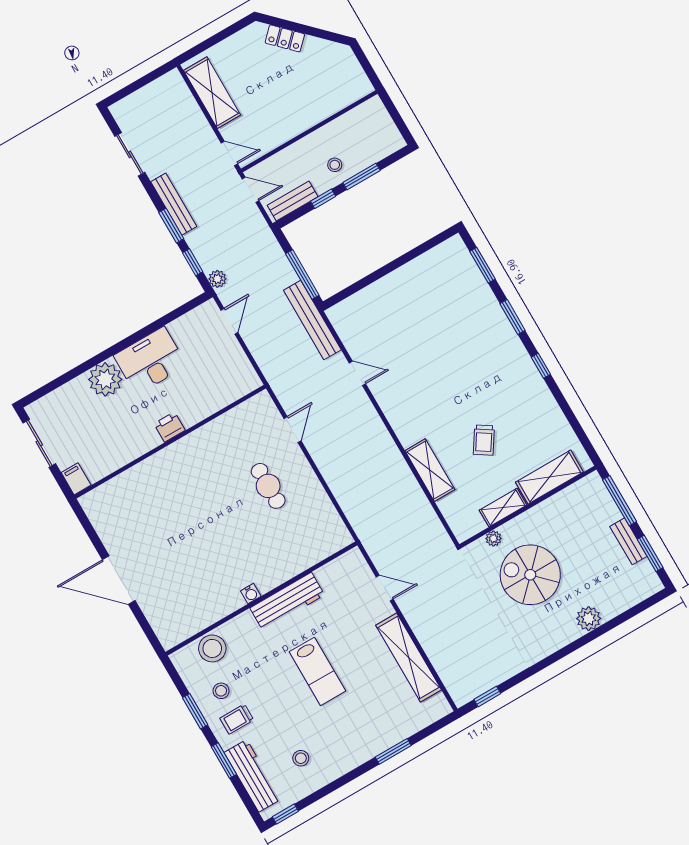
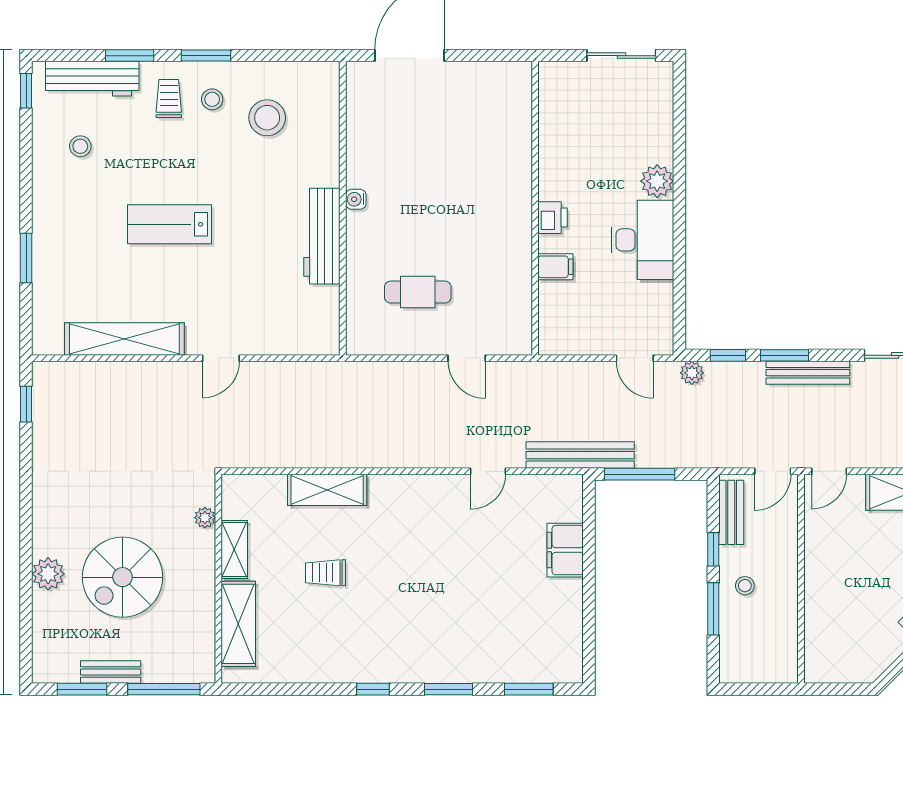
filing cabinet: (379, 294) -> (565, 550), added
plant: (105, 379) -> (657, 181), width x0.73, depth x0.73
trolley: (484, 440) -> (325, 573), turned -33
filing cabinet: (76, 479) -> (555, 267), moved
spiral stairs: (530, 575) -> (123, 577), moved, turned 180
water cooler: (251, 594) -> (356, 199), moved
wall: (261, 599) -> (343, 208), moved
workbench: (287, 601) -> (322, 236), moved

